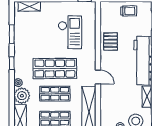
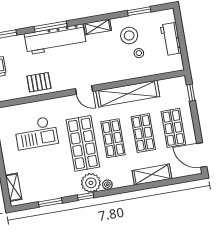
checkout: (70, 32) -> (36, 133), turned 180
door: (98, 77) -> (84, 90), swing flipped
plant: (22, 96) -> (91, 183), moved

